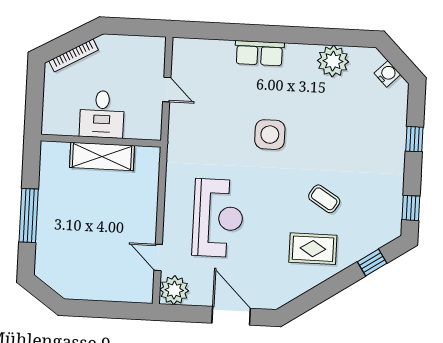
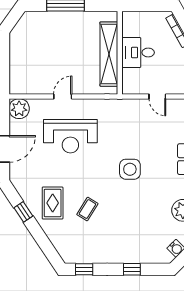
door: (167, 90) -> (157, 96), hinge flipped
shelving: (102, 157) -> (109, 54), width x1.47
door: (158, 257) -> (63, 96), moved
window: (372, 262) -> (23, 212), moved

